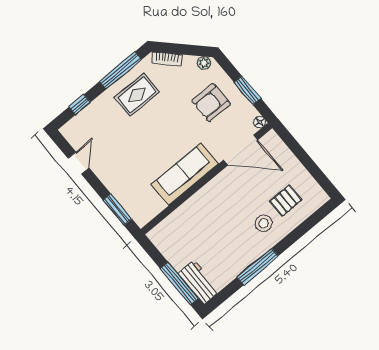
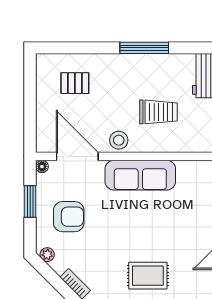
rug: (137, 95) -> (148, 276), moved
stool: (264, 223) -> (119, 140), moved
trolley: (209, 230) -> (159, 112), added

